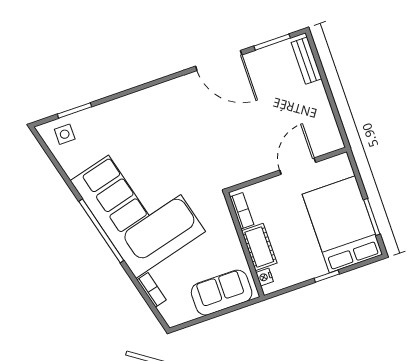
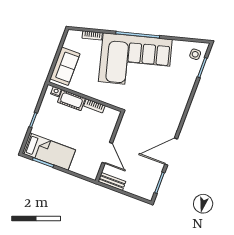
bench: (306, 61) -> (112, 181), moved
door: (298, 166) -> (107, 153), moved
wall: (287, 170) -> (110, 147), moved
bed: (342, 224) -> (49, 152), width x0.67

